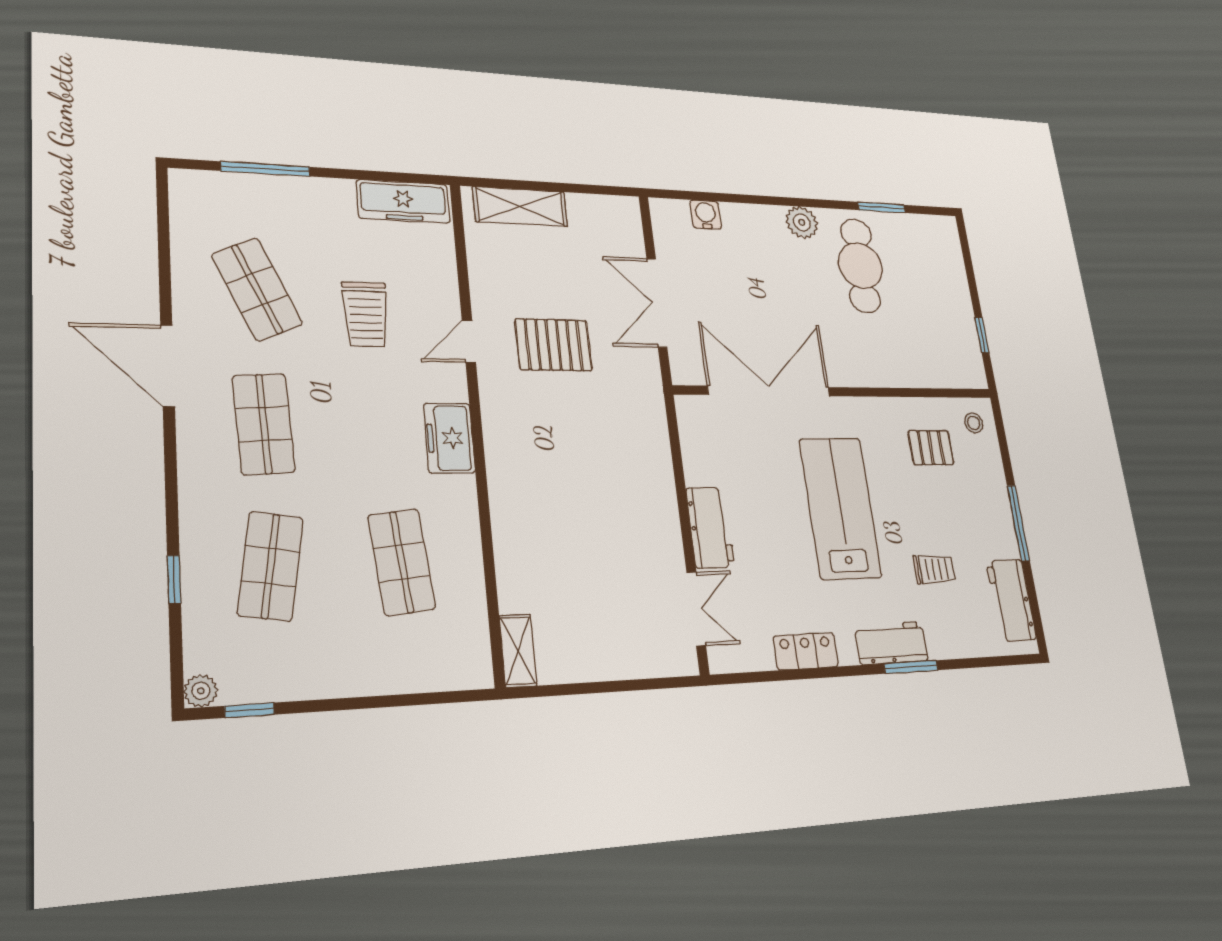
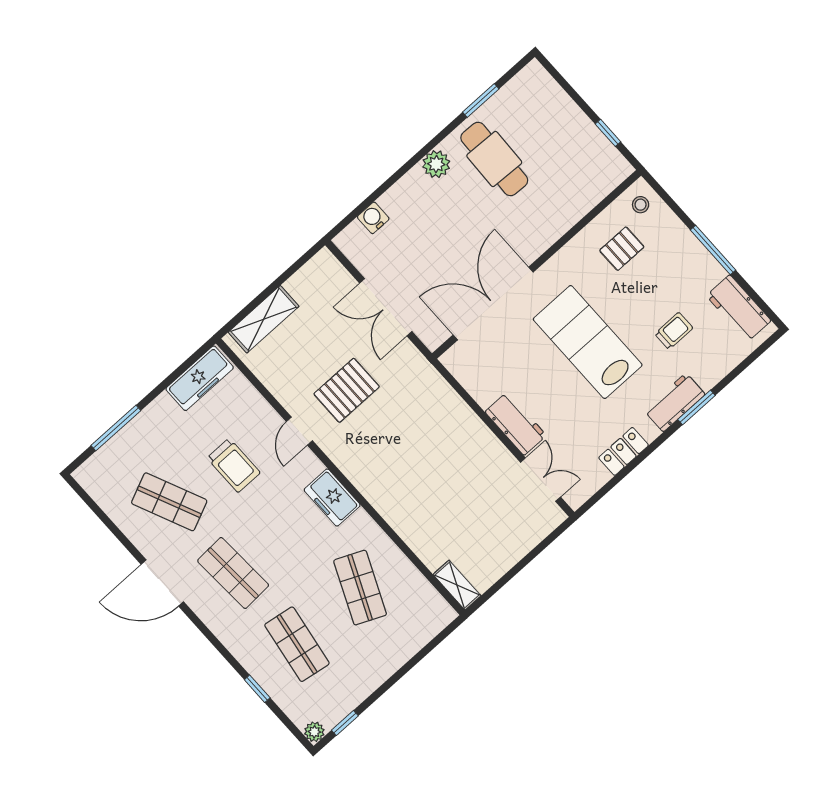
shop shelf: (402, 562) -> (360, 588), turned 30

